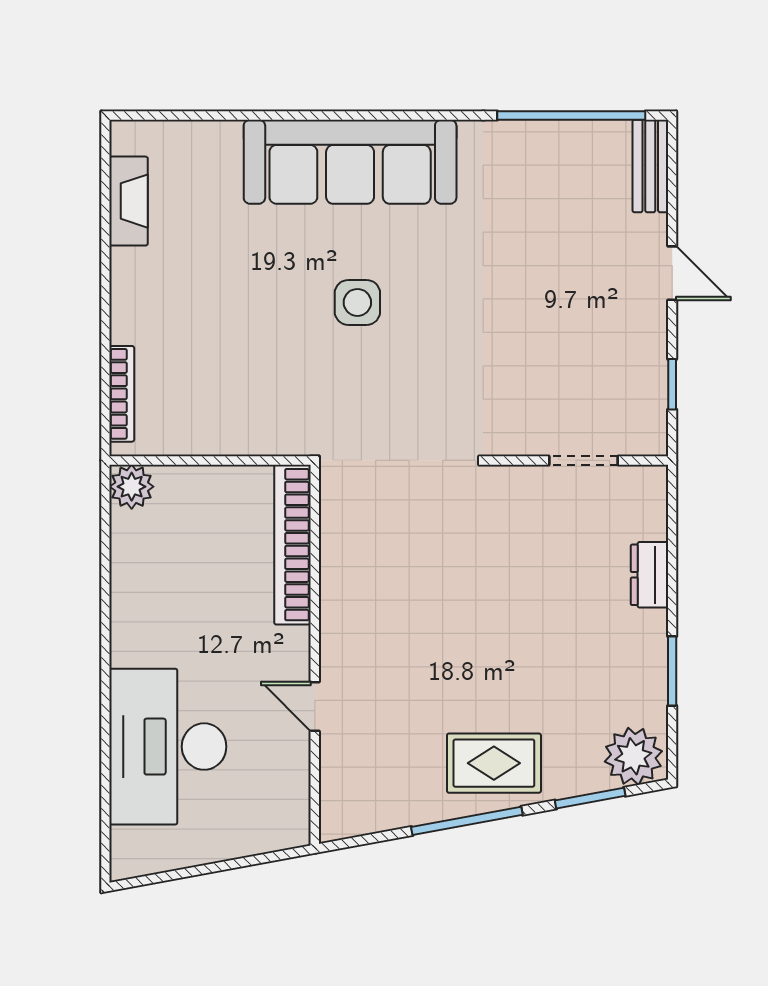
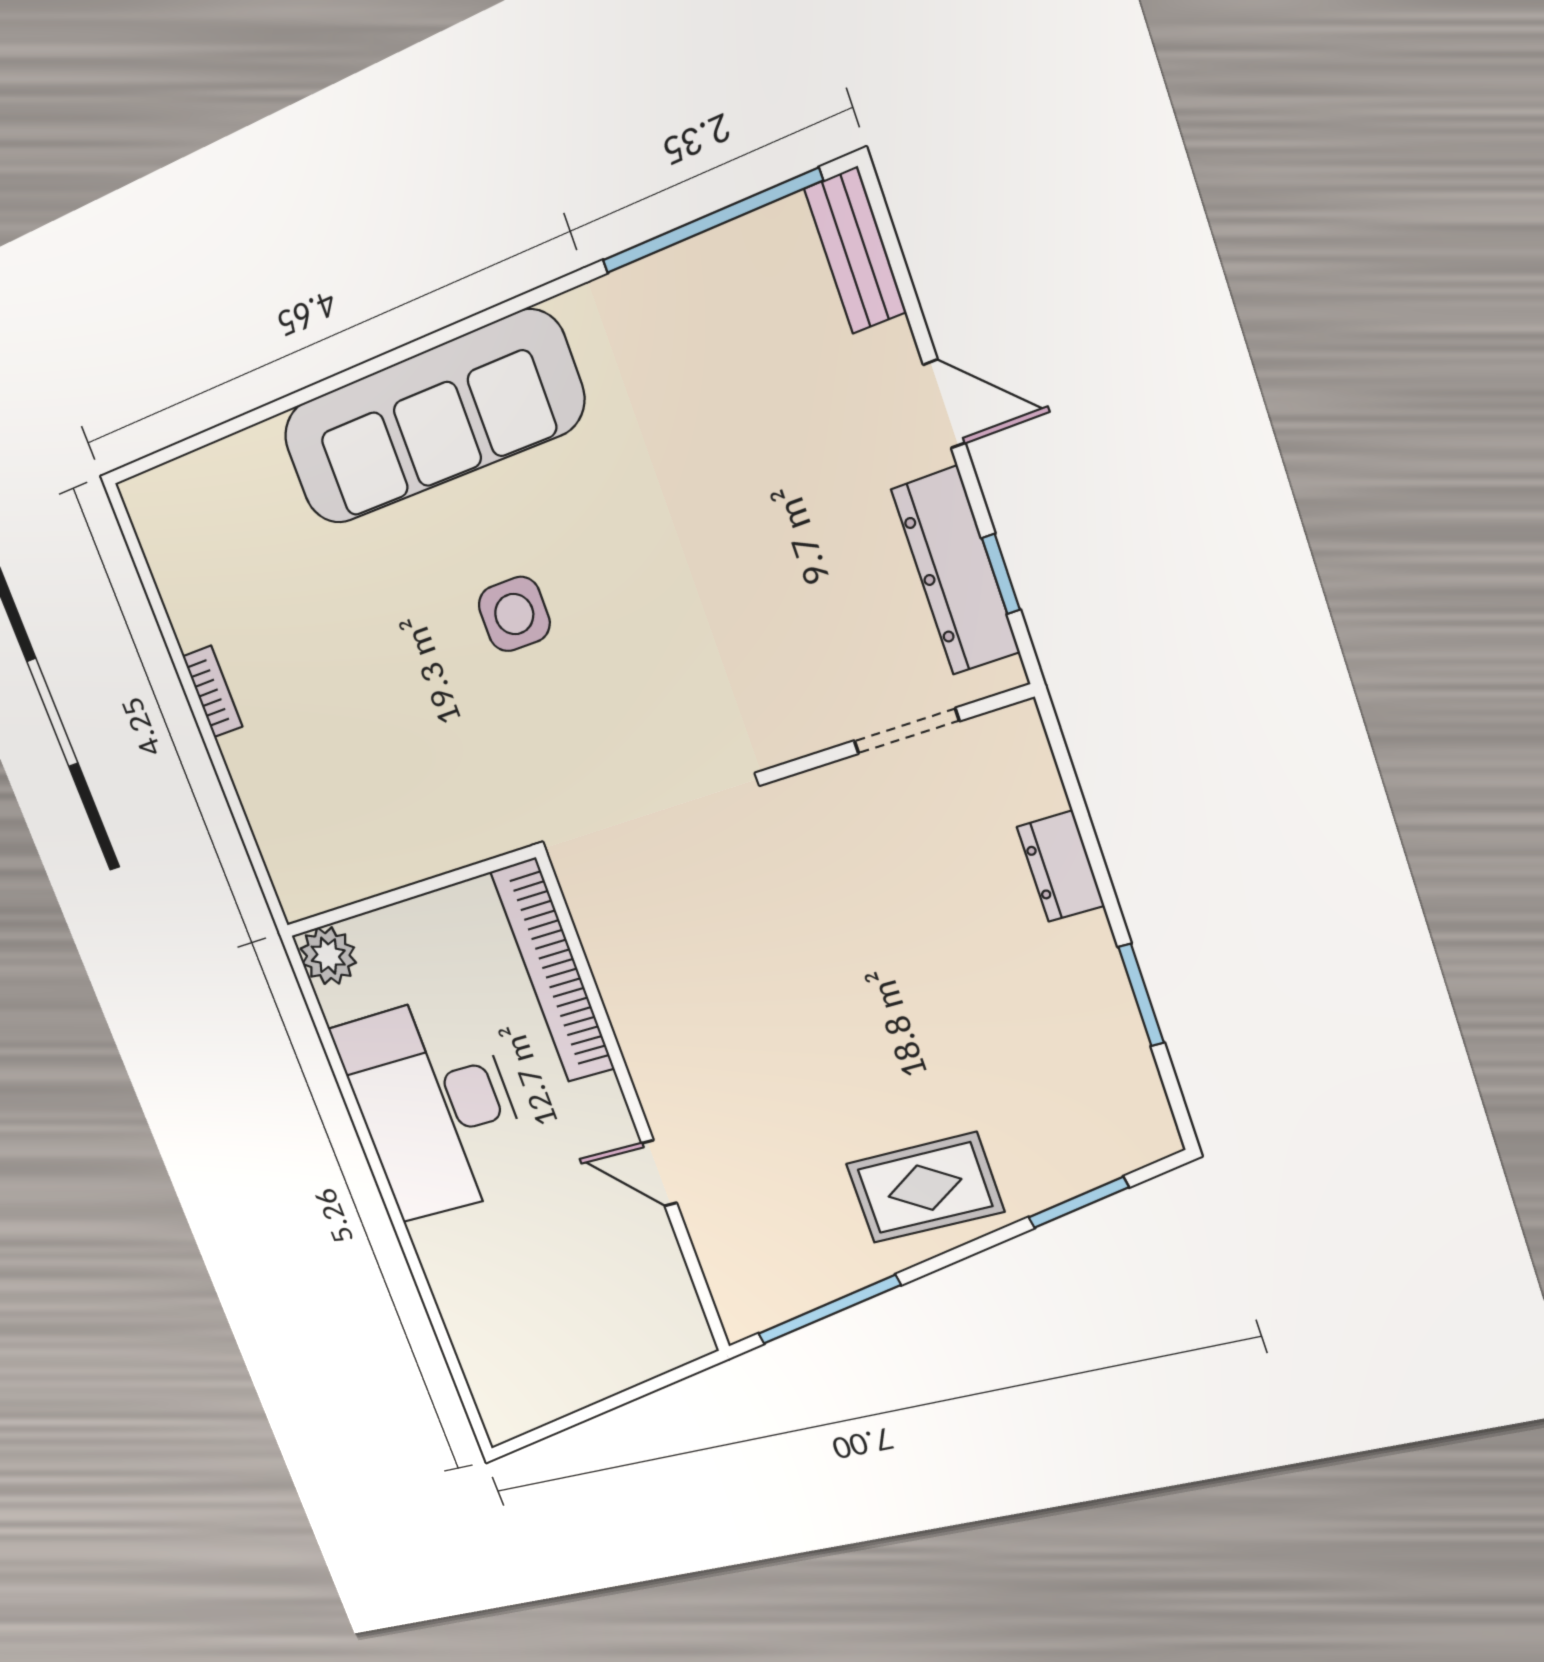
fireplace: (129, 201) -> (180, 584), removed
dresser: (646, 373) -> (955, 571), added
bookcase: (122, 394) -> (213, 691), moved, width x0.64
desk: (168, 747) -> (434, 1107), moved
plant: (633, 756) -> (1123, 1130), removed
window: (467, 821) -> (829, 1310), moved

